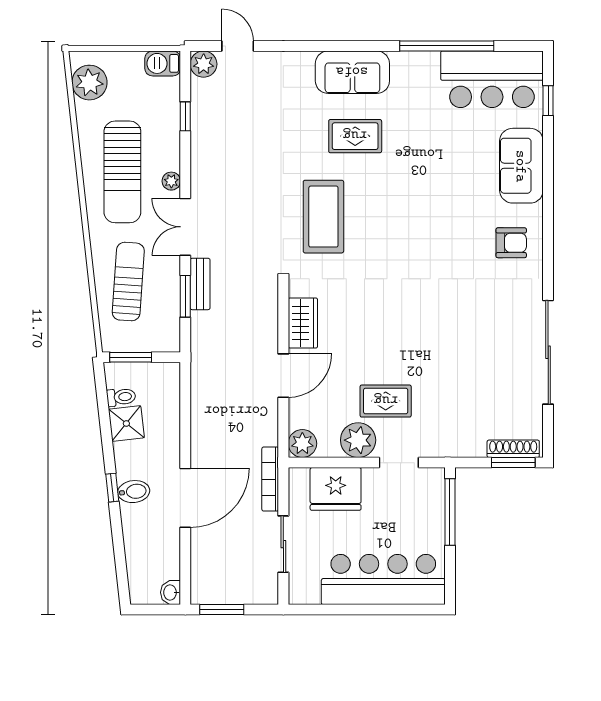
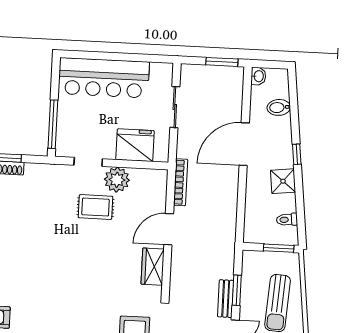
shower: (126, 423) -> (283, 181), moved
plant: (302, 444) -> (157, 179), removed
bookcase: (270, 479) -> (181, 182), moved
bidet: (134, 492) -> (279, 107), moved

